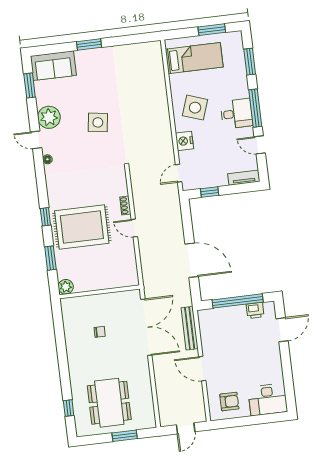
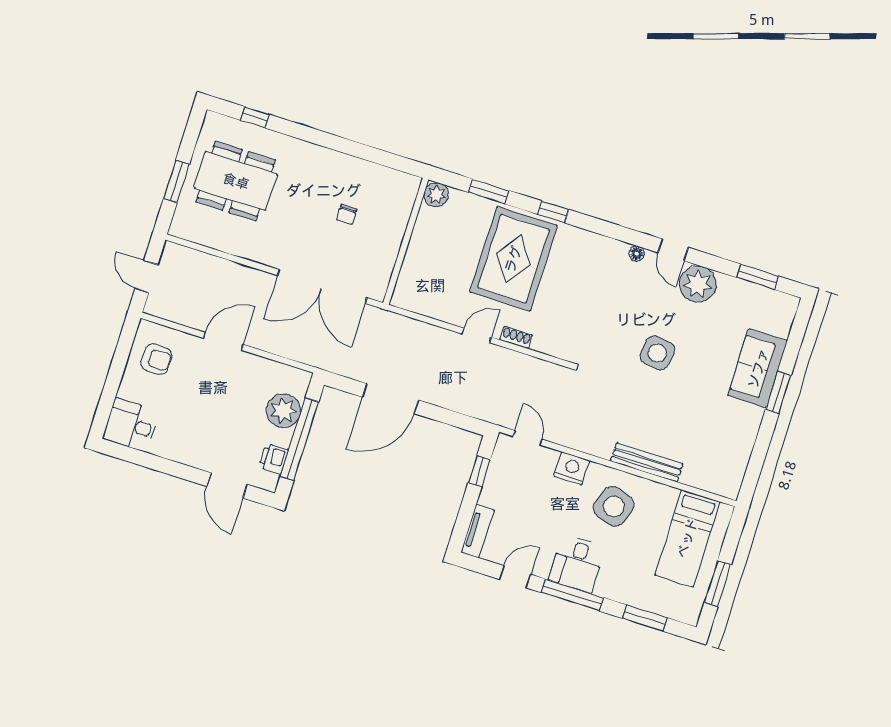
sofa: (53, 66) -> (758, 368), moved
door: (36, 140) -> (673, 250), swing flipped
plant: (226, 317) -> (283, 411), added
bench: (190, 328) -> (647, 463), moved
desk: (268, 400) -> (131, 425), width x0.73
armchair: (229, 402) -> (156, 359), turned -90

